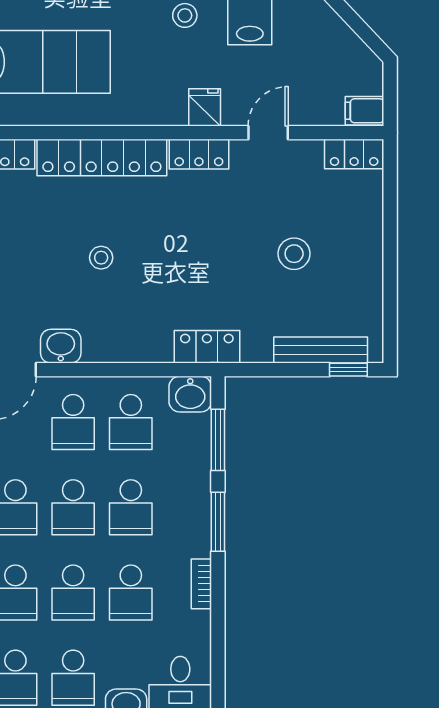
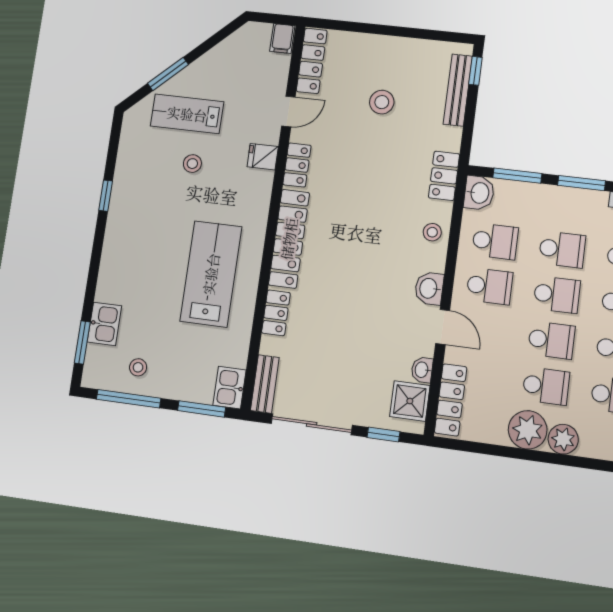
door: (268, 133) -> (288, 111), swing flipped
locker: (354, 154) -> (312, 61), width x1.53
stool: (101, 258) -> (432, 232), moved

